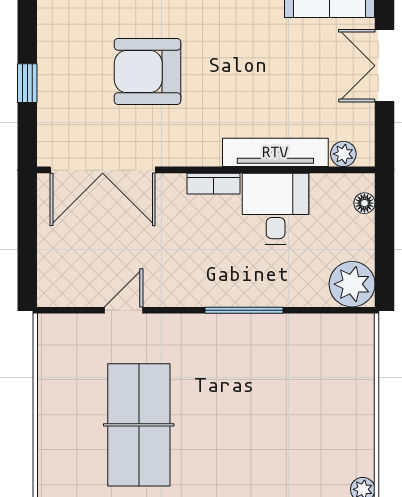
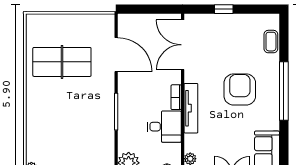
armchair: (148, 71) -> (240, 89), moved
tv unit: (275, 152) -> (191, 108), moved
door: (124, 310) -> (116, 55), width x1.88

